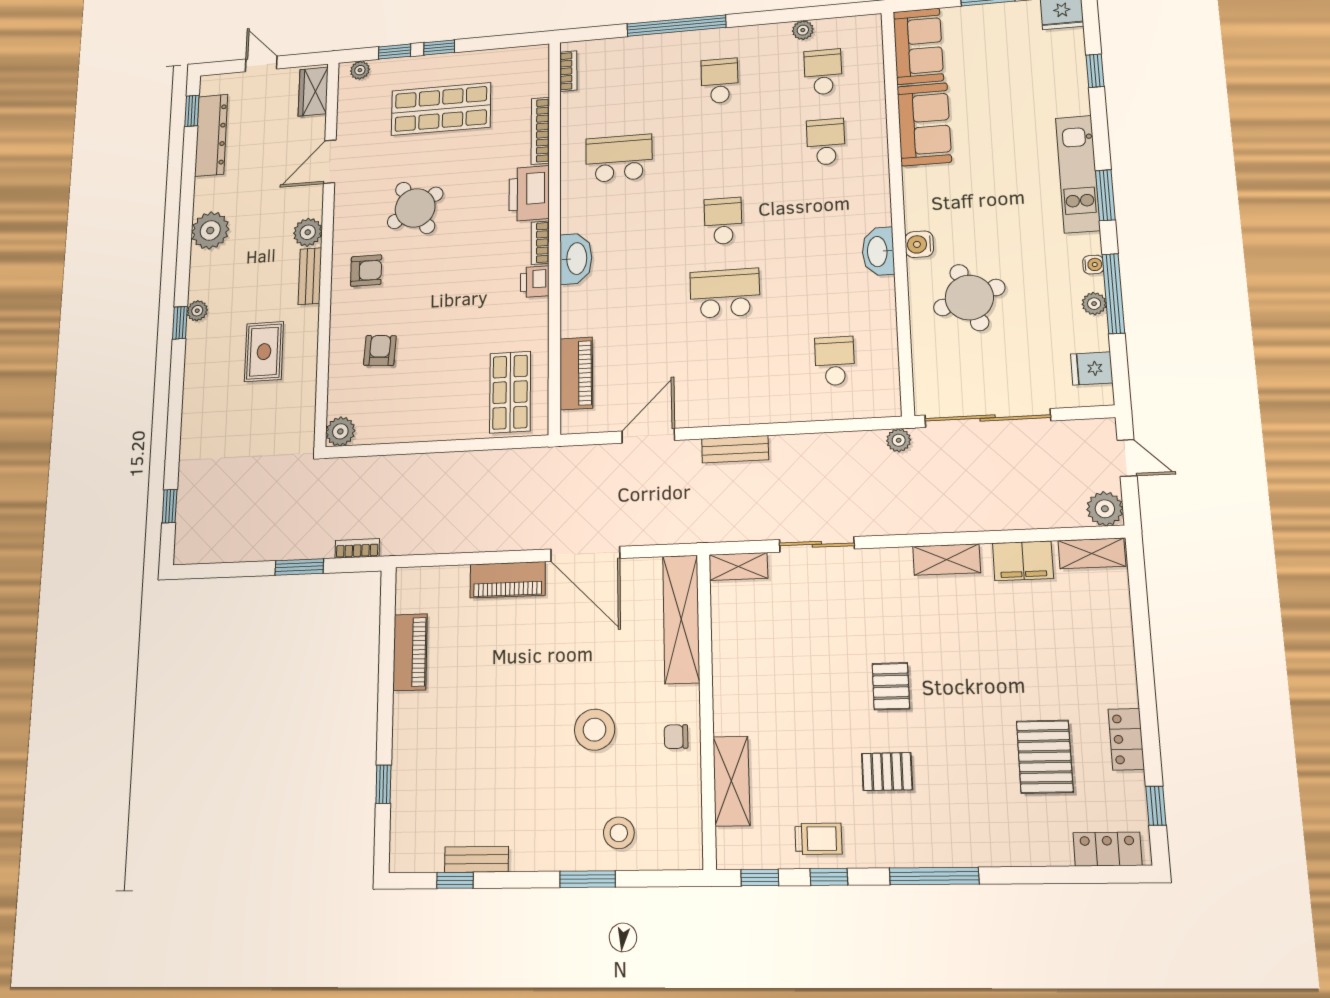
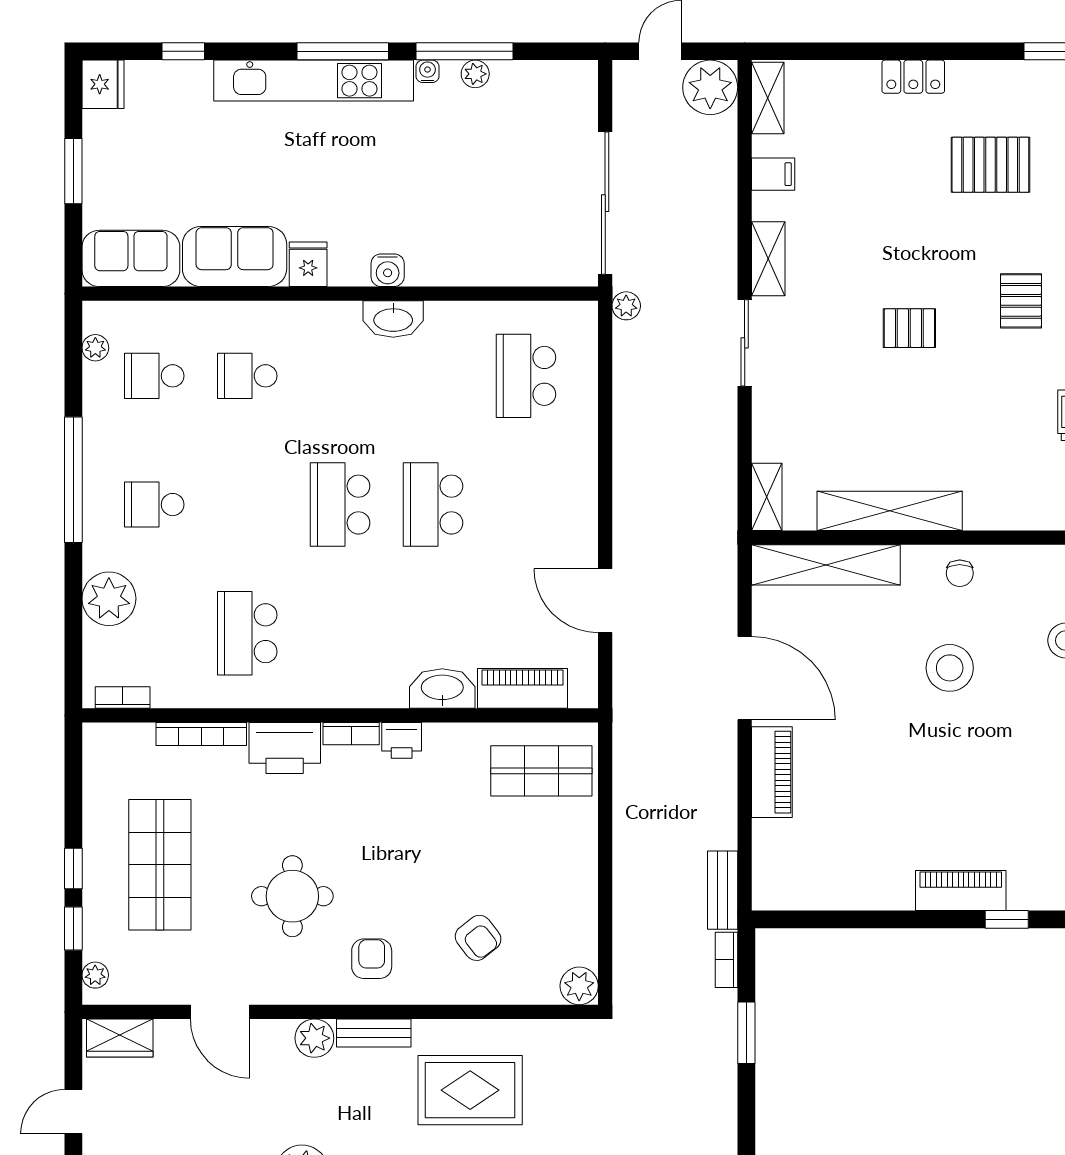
window: (676, 26) -> (73, 480), moved
plant: (803, 30) -> (95, 348), moved
plant: (645, 54) -> (109, 599), added
kitchen unit: (1078, 174) -> (314, 81), width x1.36
window: (1105, 195) -> (343, 51), width x1.44
round table: (415, 208) -> (292, 896), turned 32
school desk: (723, 221) -> (340, 505), width x1.85
washbasin: (576, 259) -> (442, 689), moved
round table: (969, 298) -> (458, 215), removed
armchair: (380, 350) -> (478, 938), turned -132
rug: (264, 352) -> (470, 1090), width x1.36, depth x1.43
school desk: (835, 361) -> (526, 376), width x1.85
fridge: (1092, 368) -> (308, 264), moved, turned 180
bench: (735, 449) -> (723, 890), moved
plant: (1105, 509) -> (710, 87), width x1.36, depth x1.36
sliding door: (817, 544) -> (745, 343), moved
door: (585, 554) -> (745, 678), hinge flipped
filing cabinet: (1023, 561) -> (773, 174), width x0.50
piano: (410, 652) -> (961, 891), moved
locker: (1126, 739) -> (913, 77), moved
pallet: (887, 772) -> (1021, 301), moved
shelving: (731, 781) -> (890, 511), moved, width x1.47

